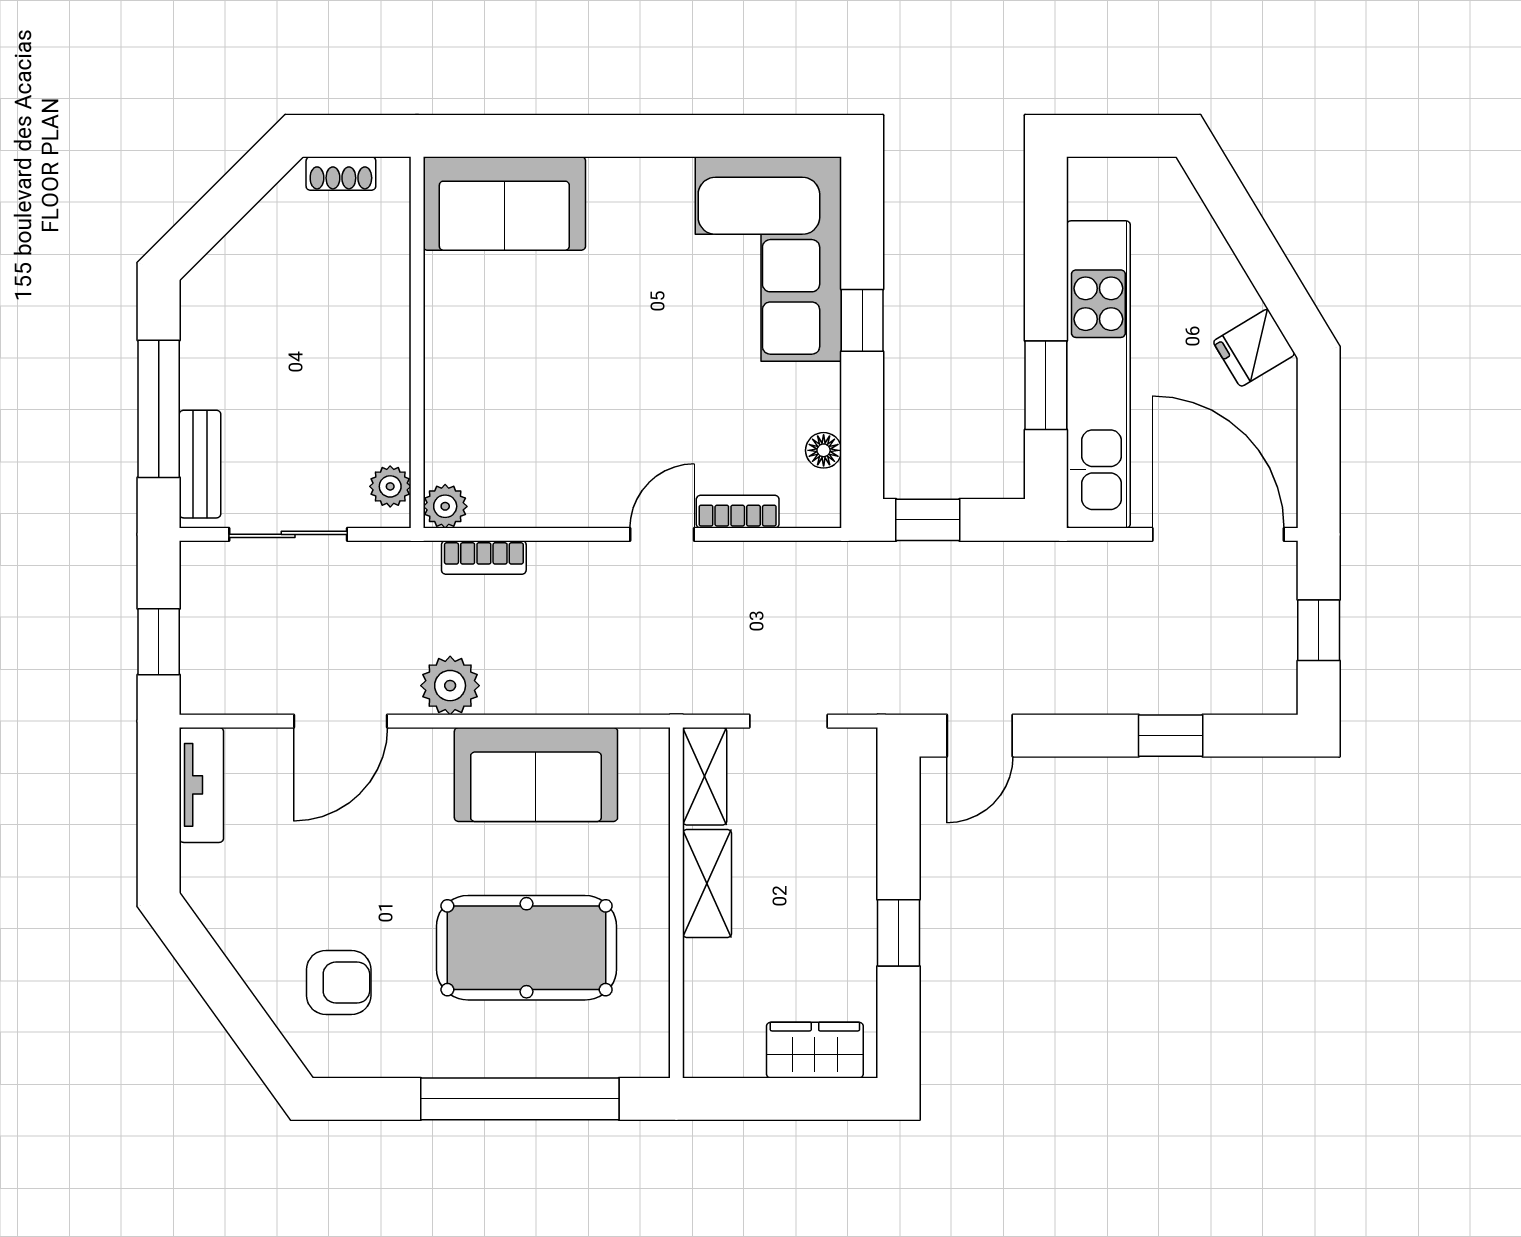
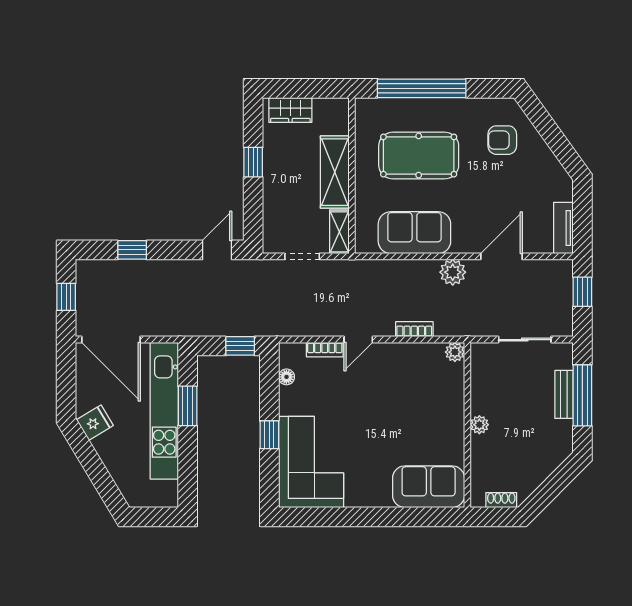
bench: (200, 464) -> (564, 394), moved
plant: (390, 486) -> (479, 425), moved
bookcase: (484, 557) -> (414, 329), moved
shelving: (707, 883) -> (335, 172), width x1.50, depth x1.33

